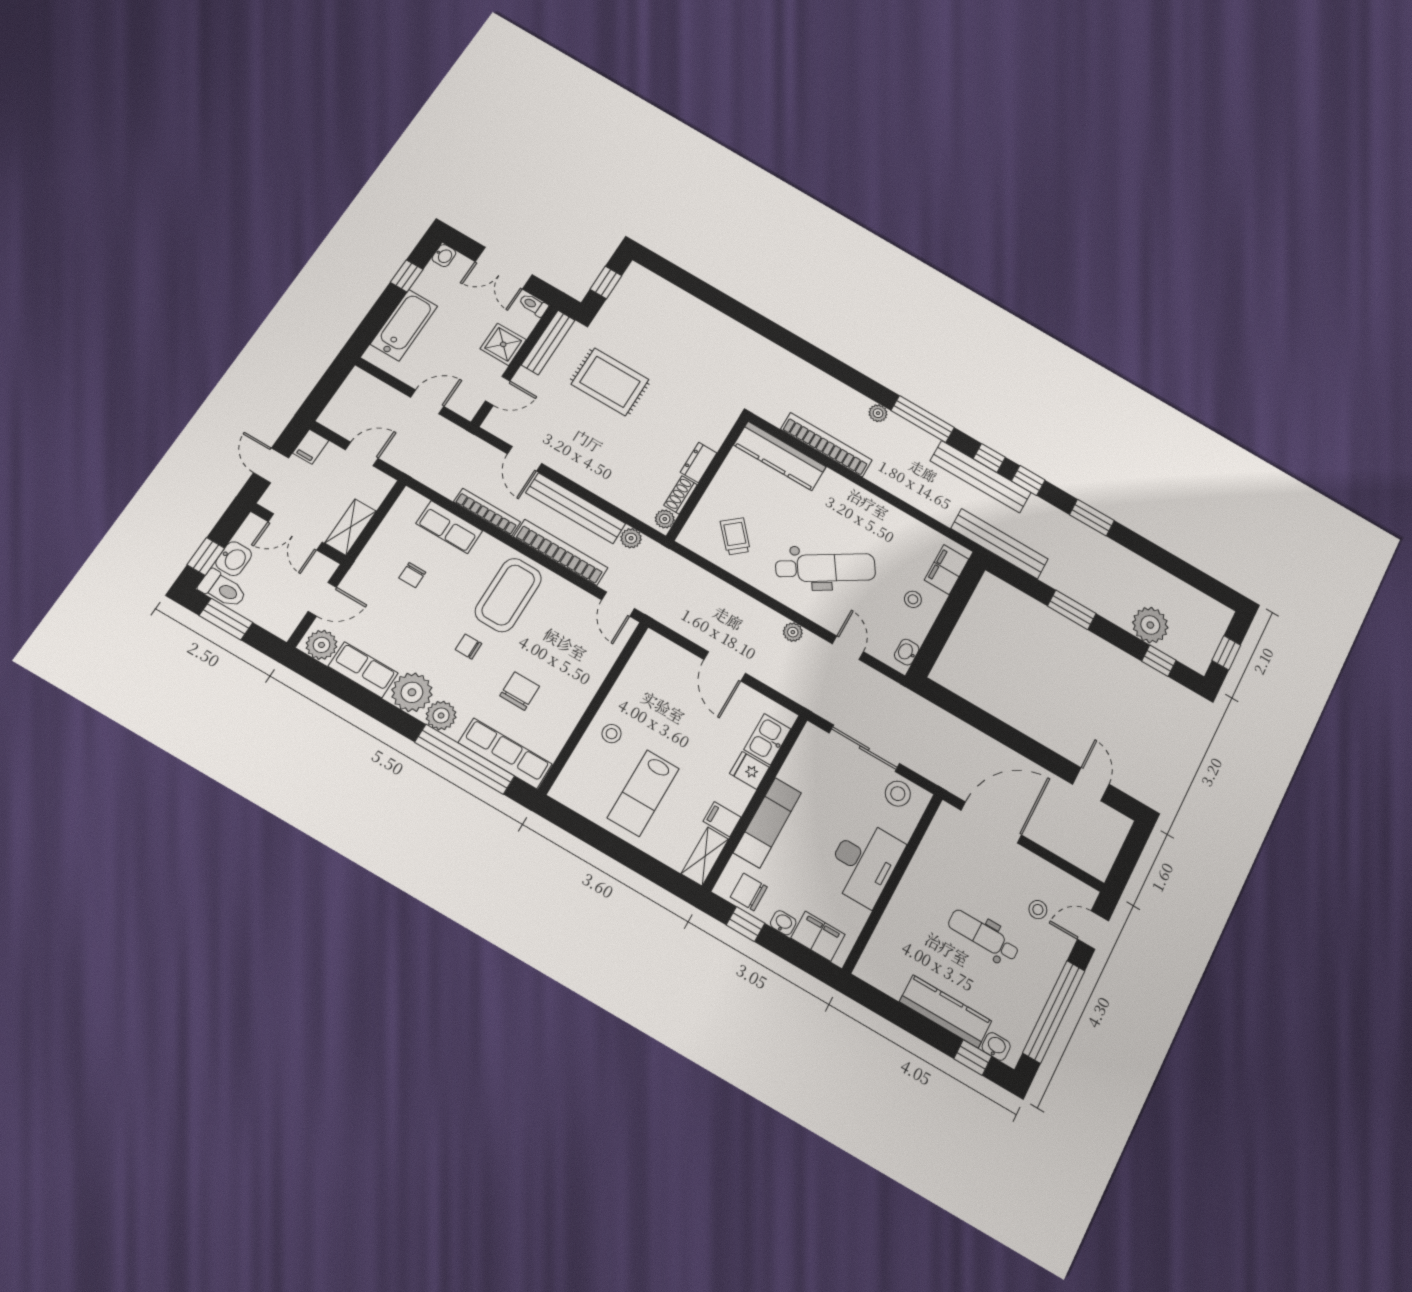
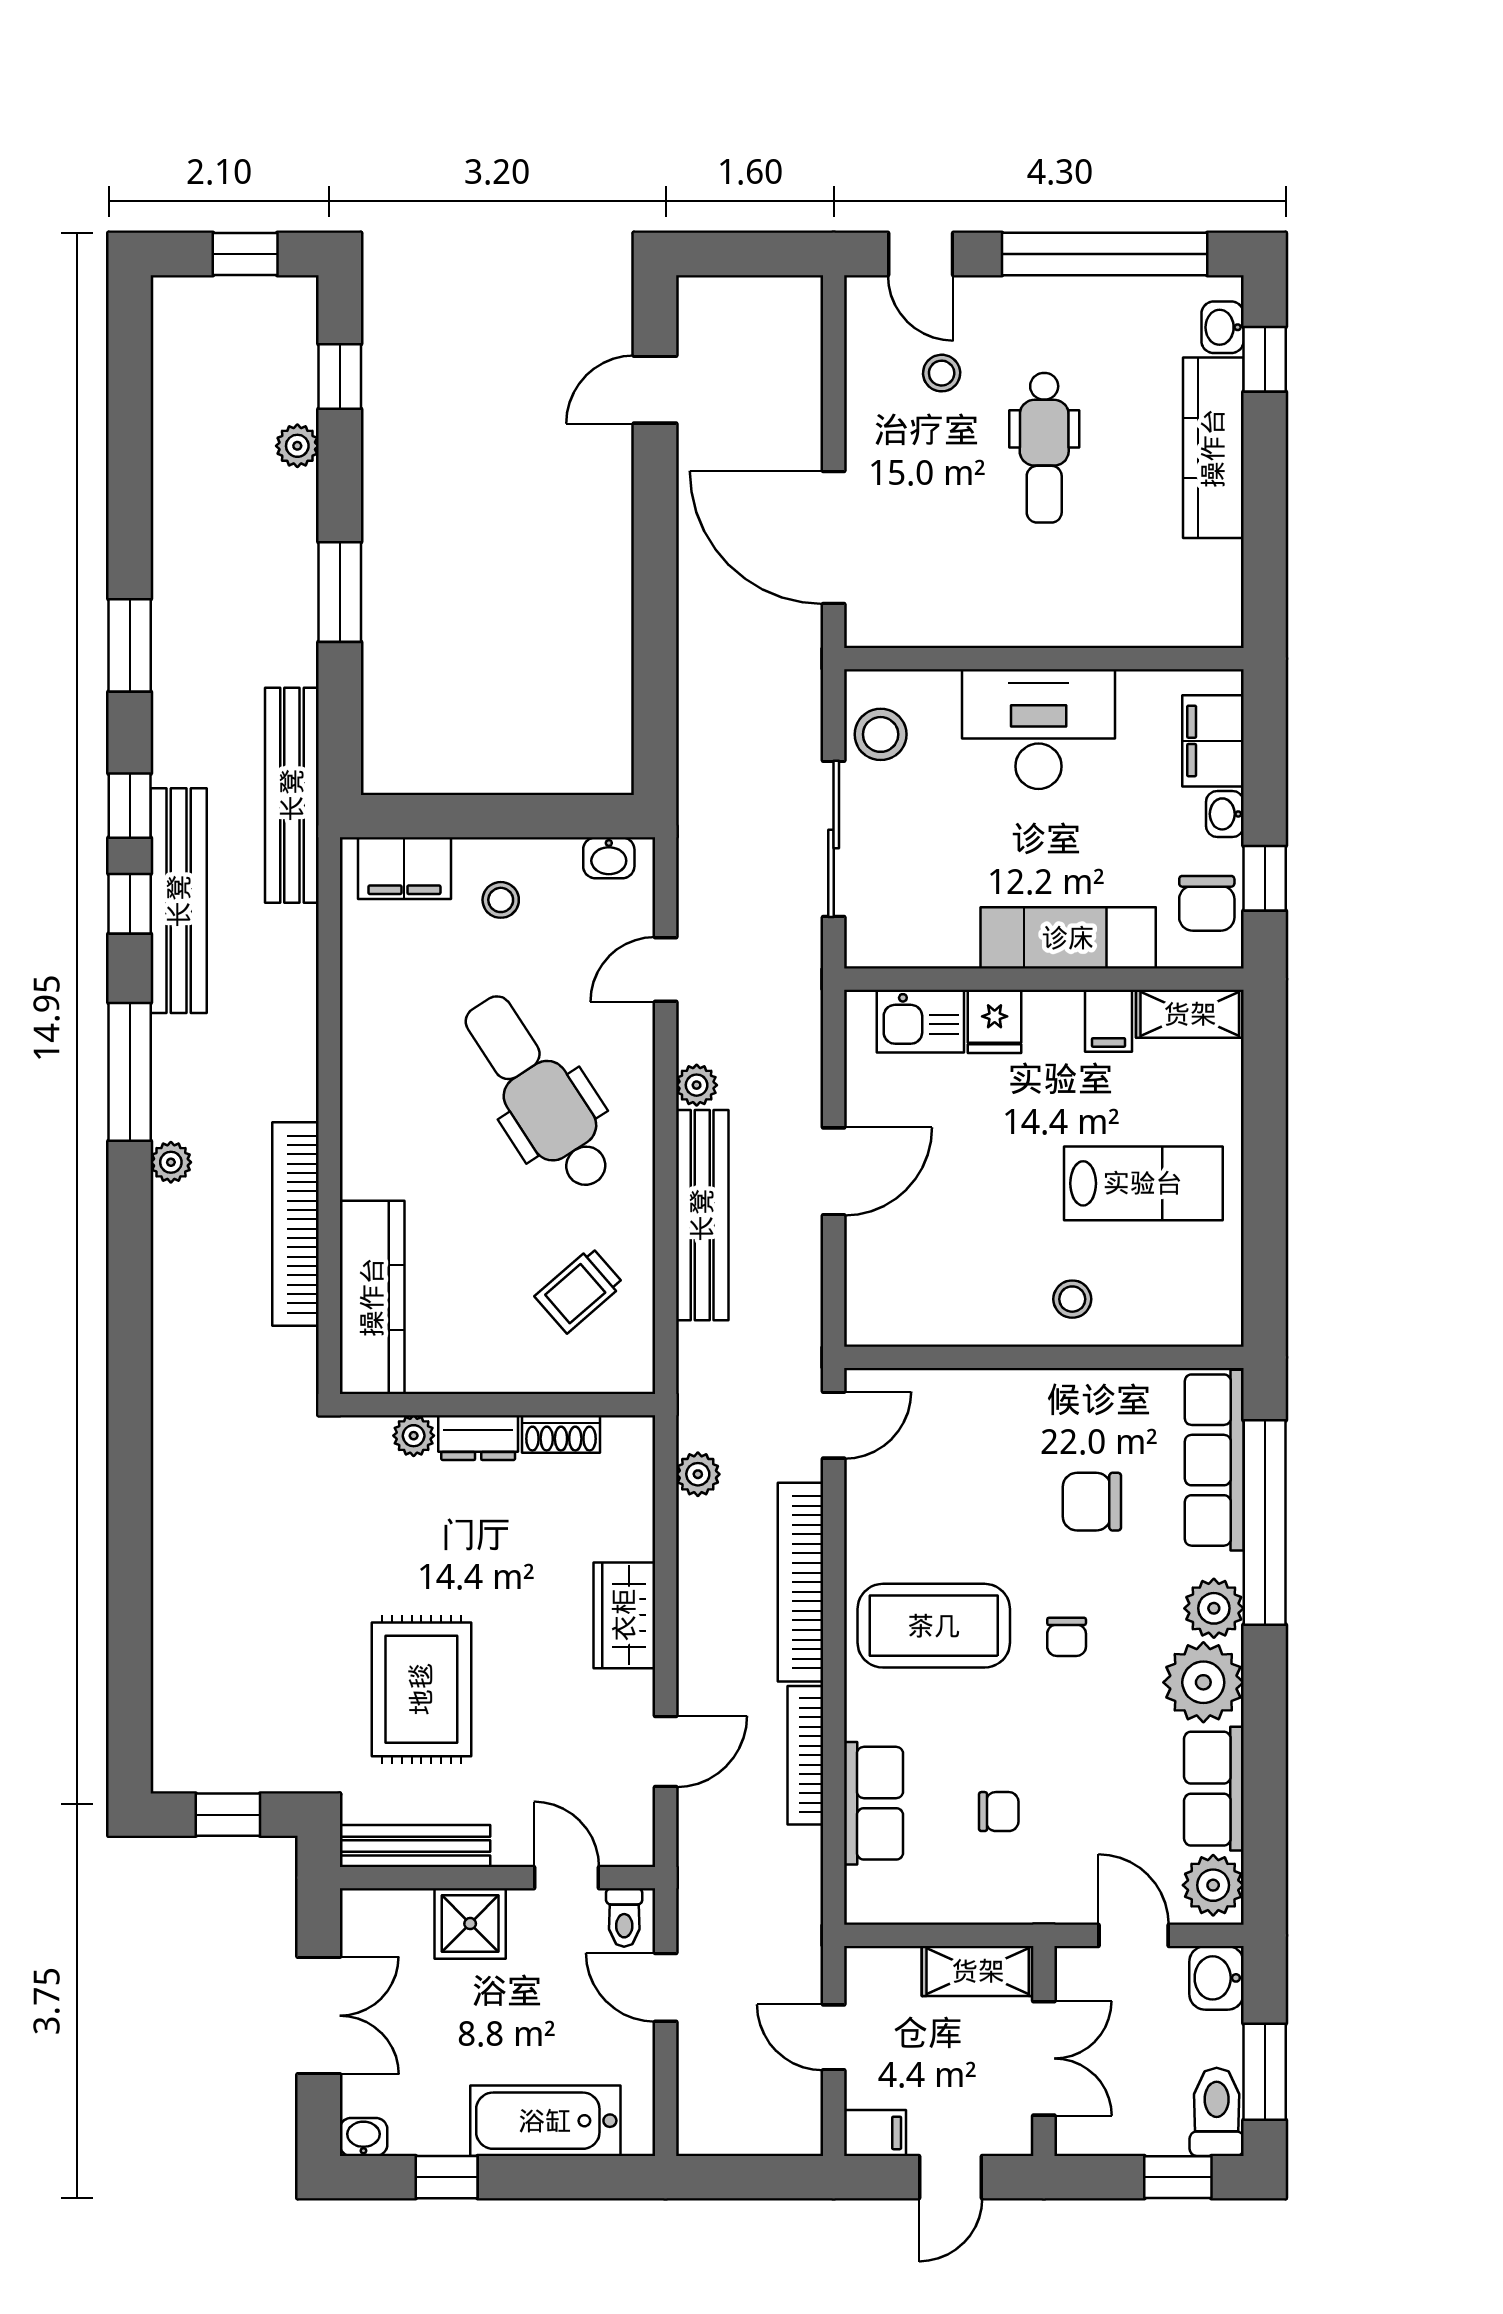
toilet: (533, 305) -> (624, 1917), moved
wardrobe: (591, 476) -> (624, 1615), added
bench: (576, 508) -> (702, 1215), moved
plant: (665, 519) -> (414, 1436), moved
washbasin: (234, 559) -> (1216, 1978), moved, turned -90
plant: (1150, 625) -> (297, 446), width x0.53, depth x0.53

